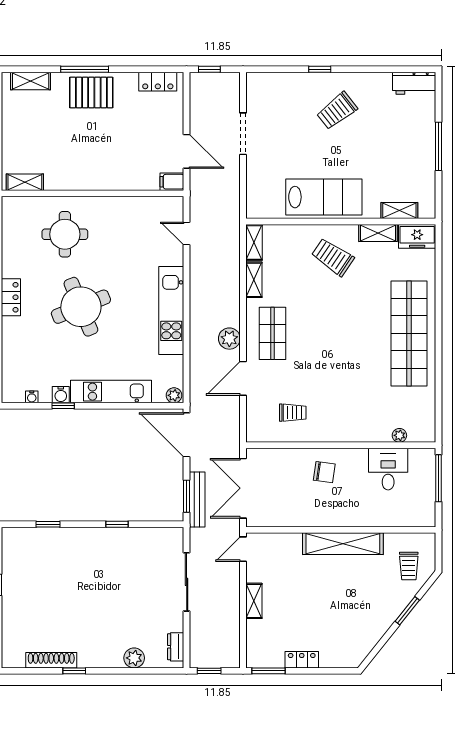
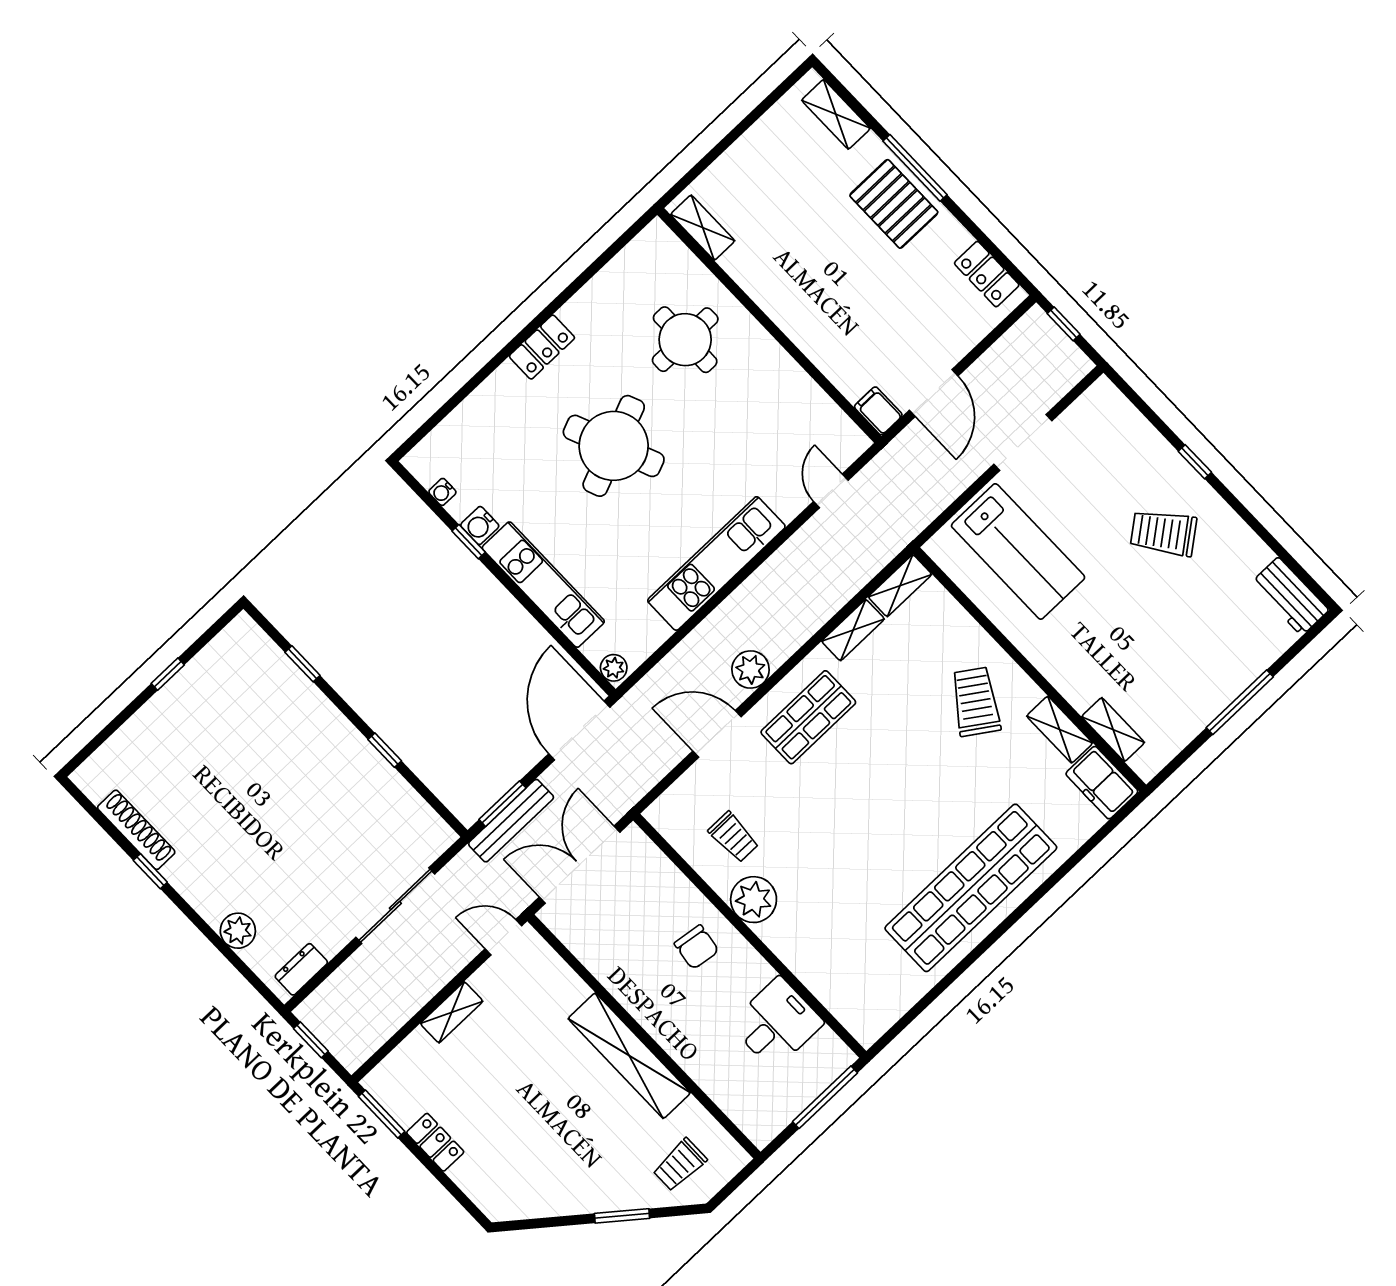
lab bench: (324, 197) -> (1018, 551), moved
plant: (399, 435) -> (754, 900), moved, width x1.87, depth x1.87

